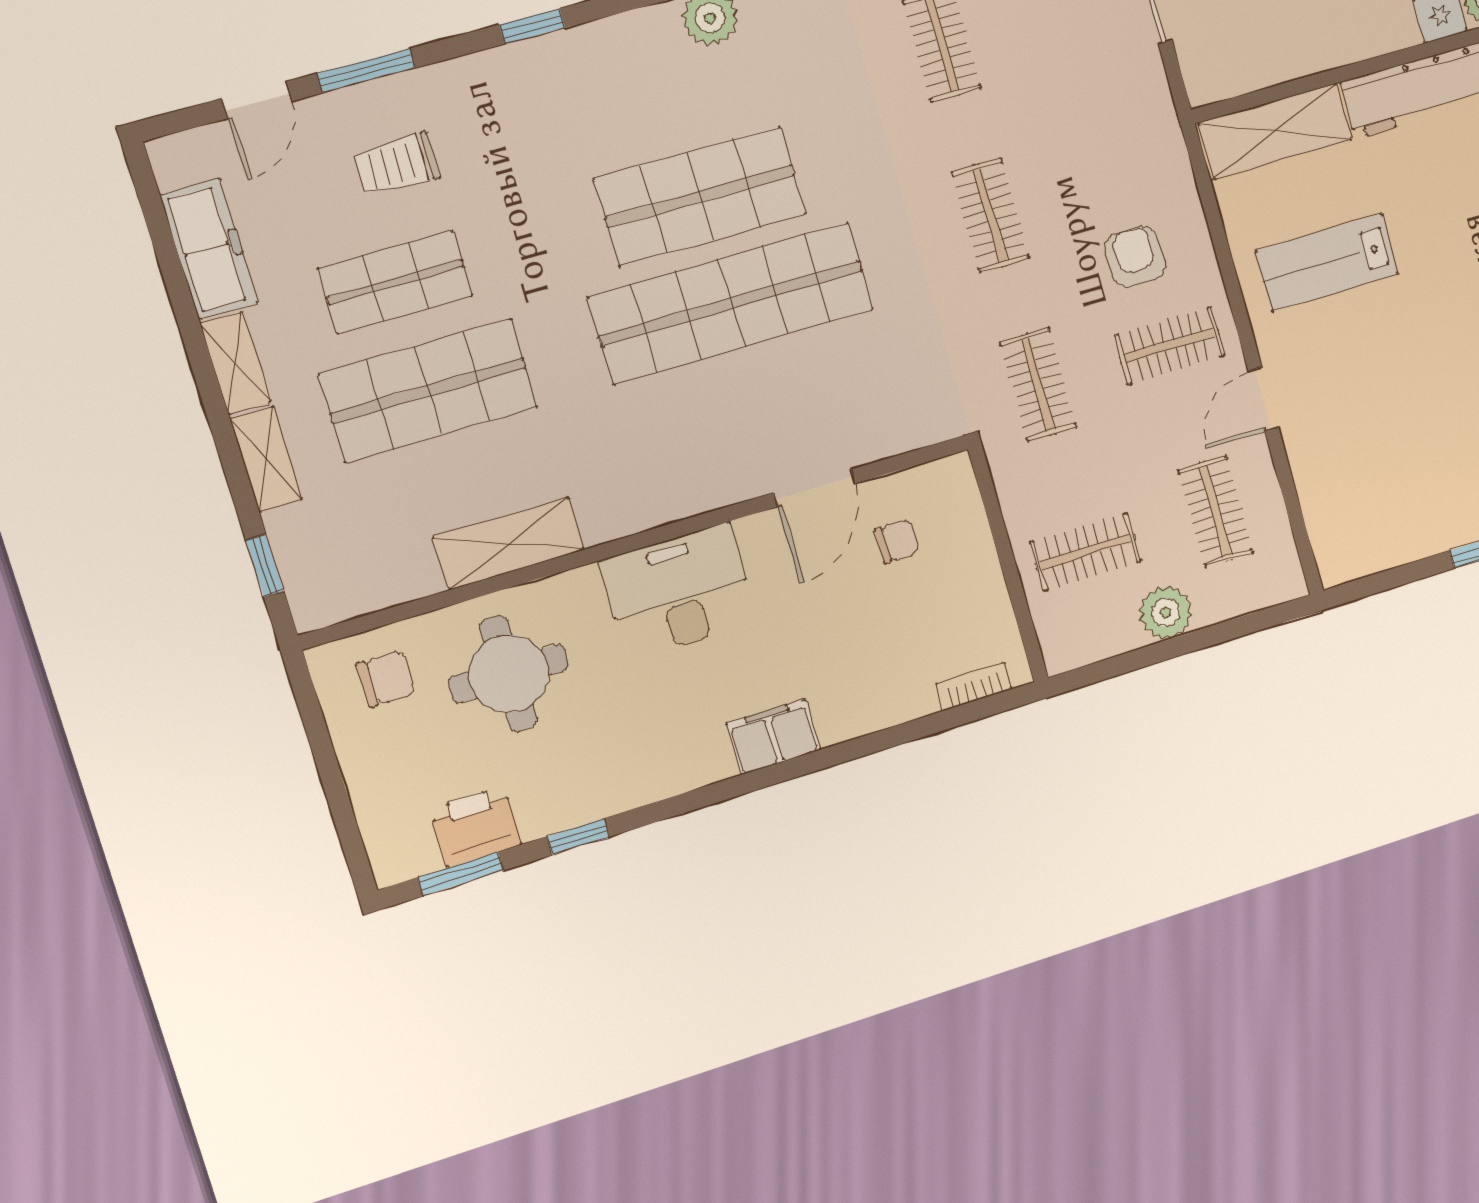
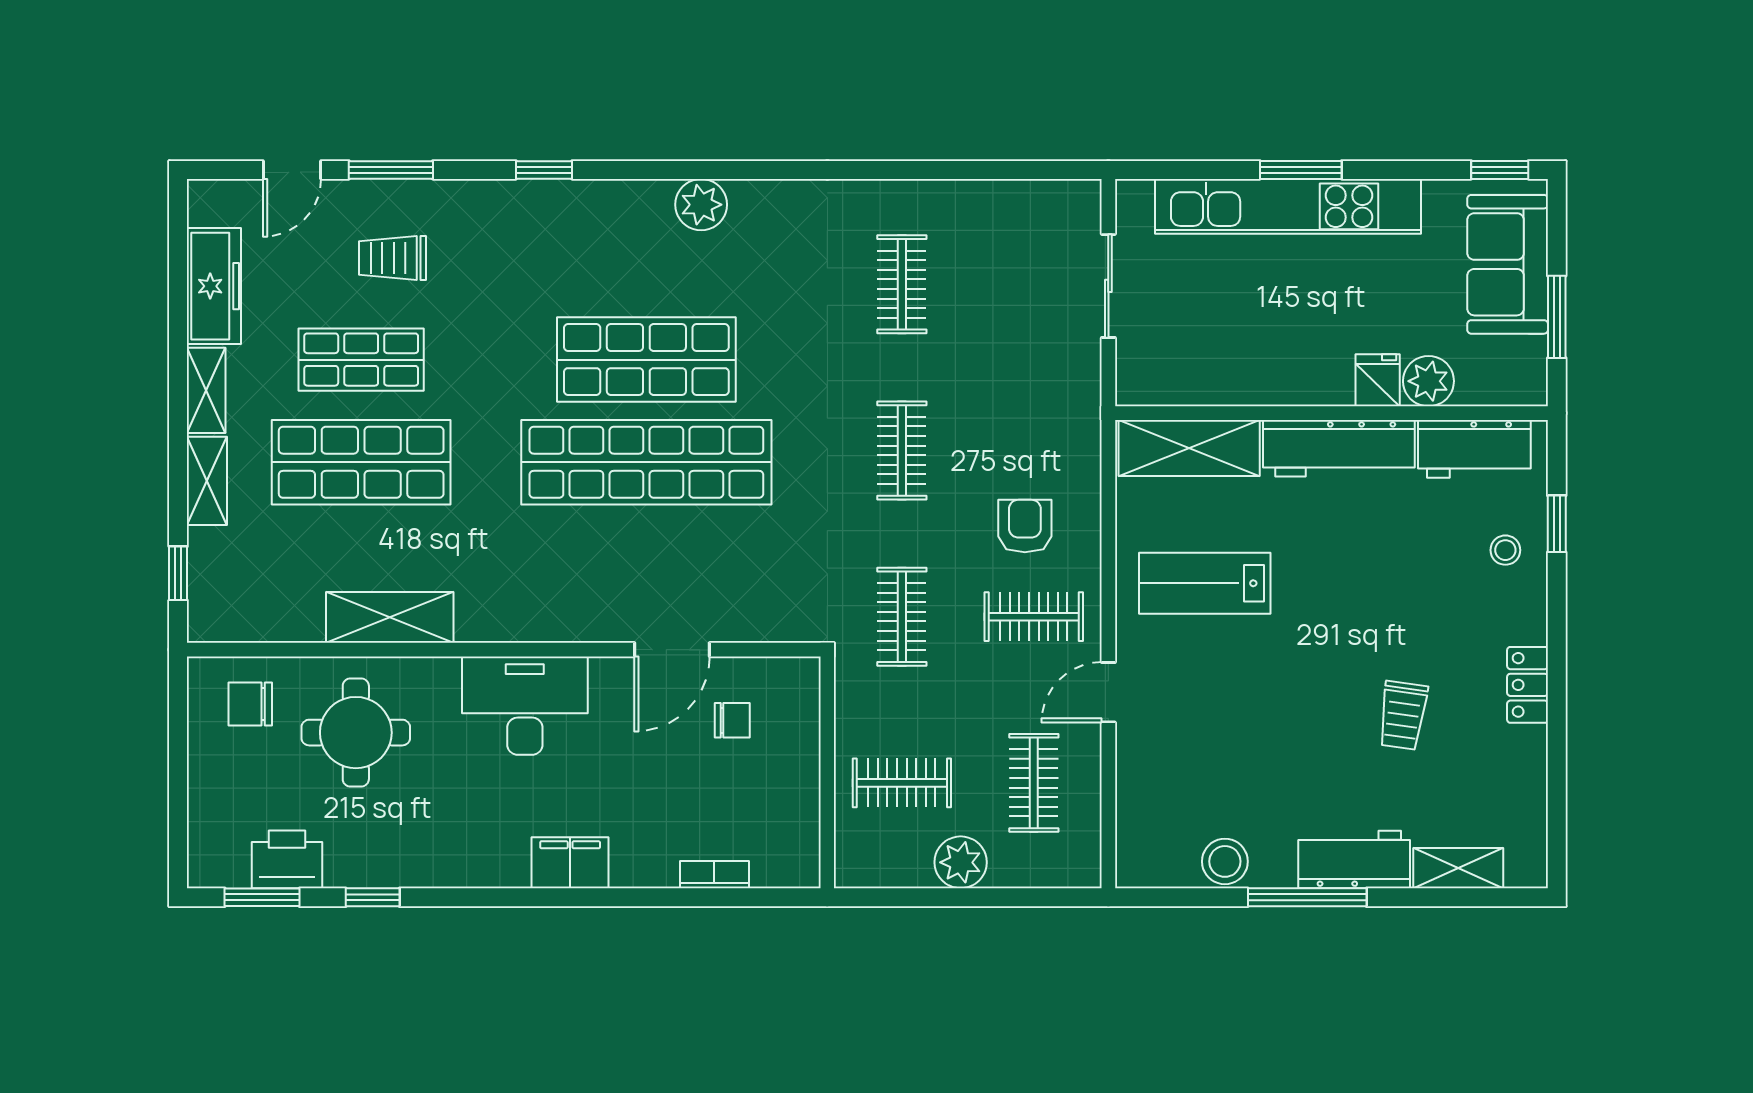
stool: (1421, 531) -> (1225, 861), added
chair: (386, 679) -> (250, 704), turned 180
bookcase: (974, 686) -> (714, 875), moved

